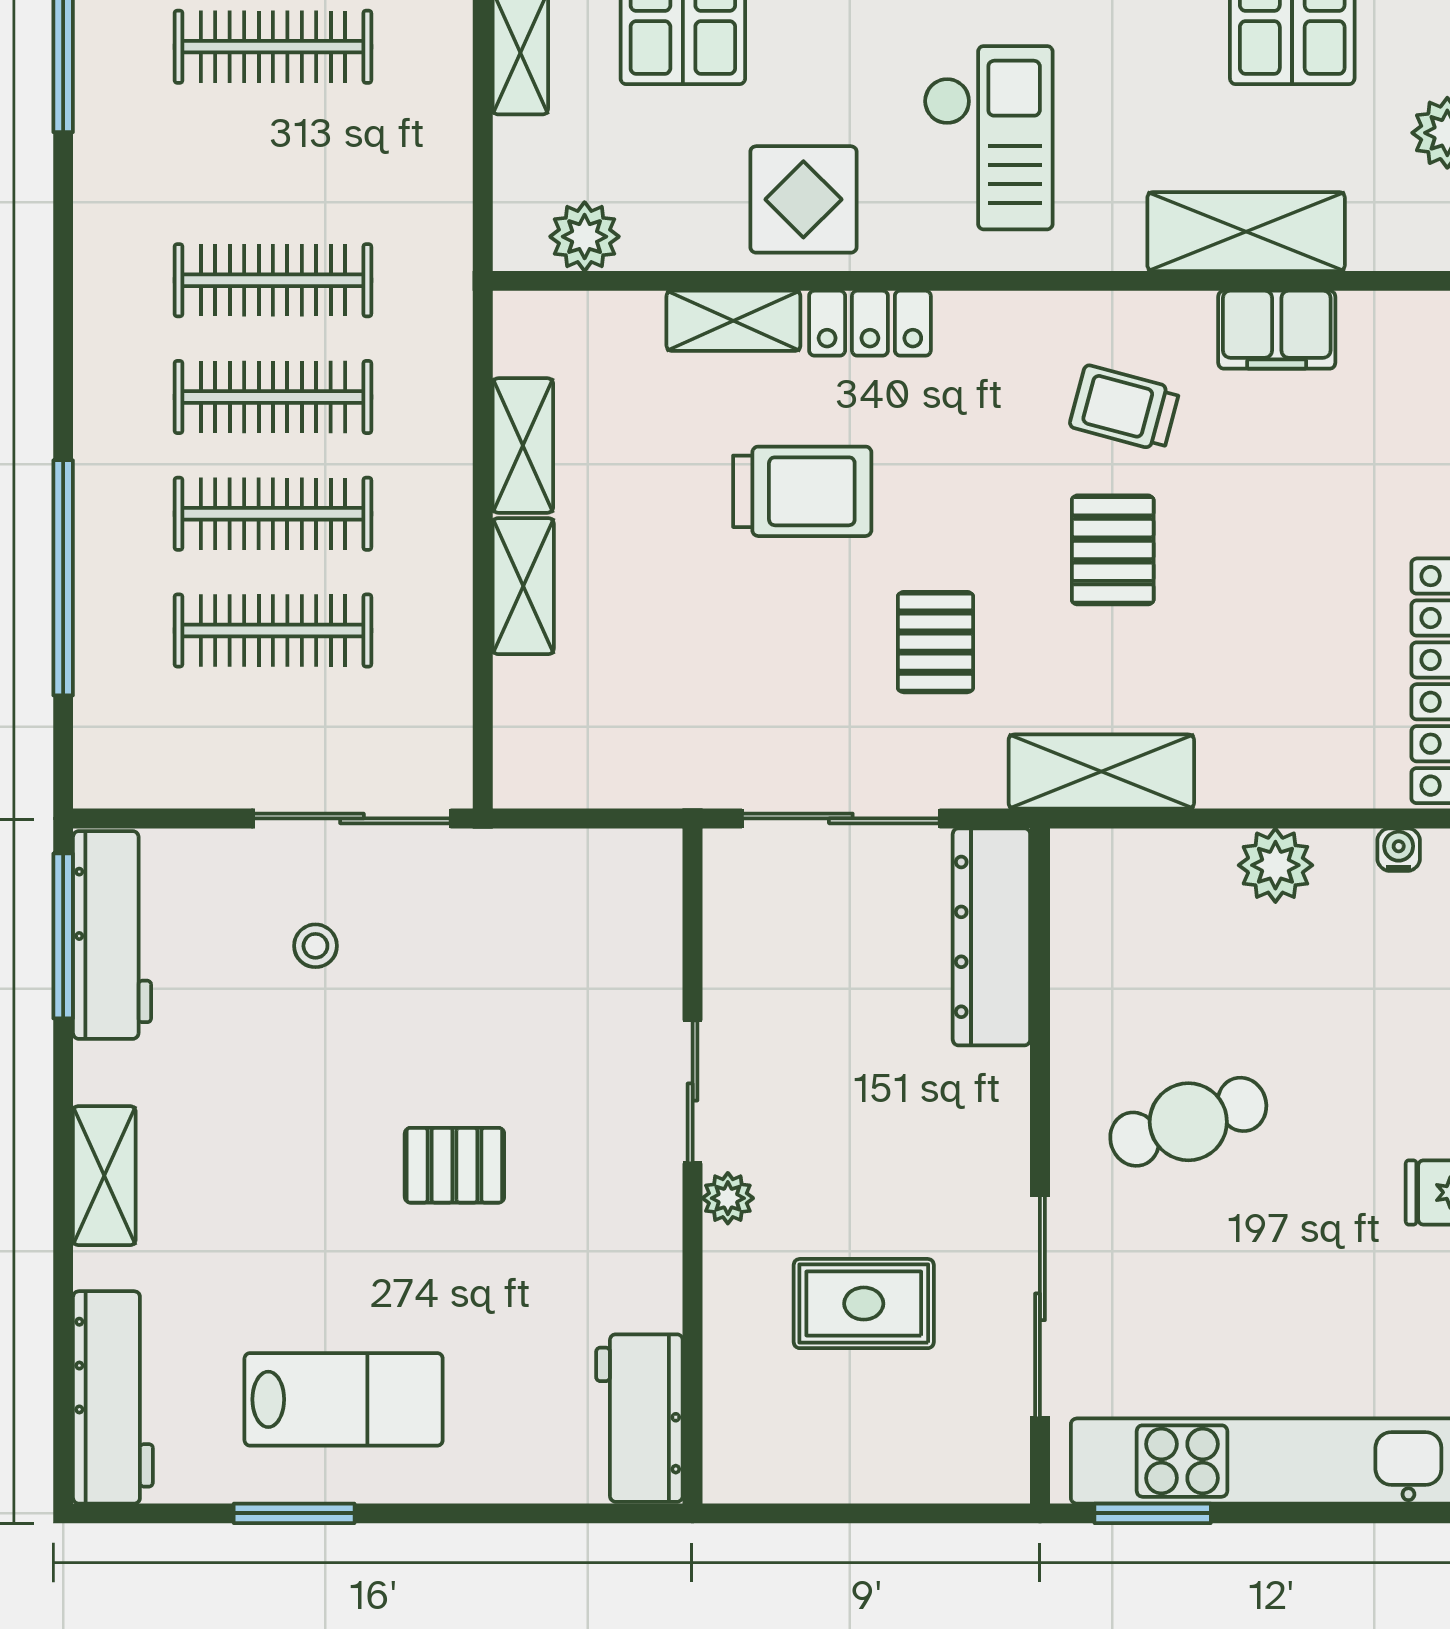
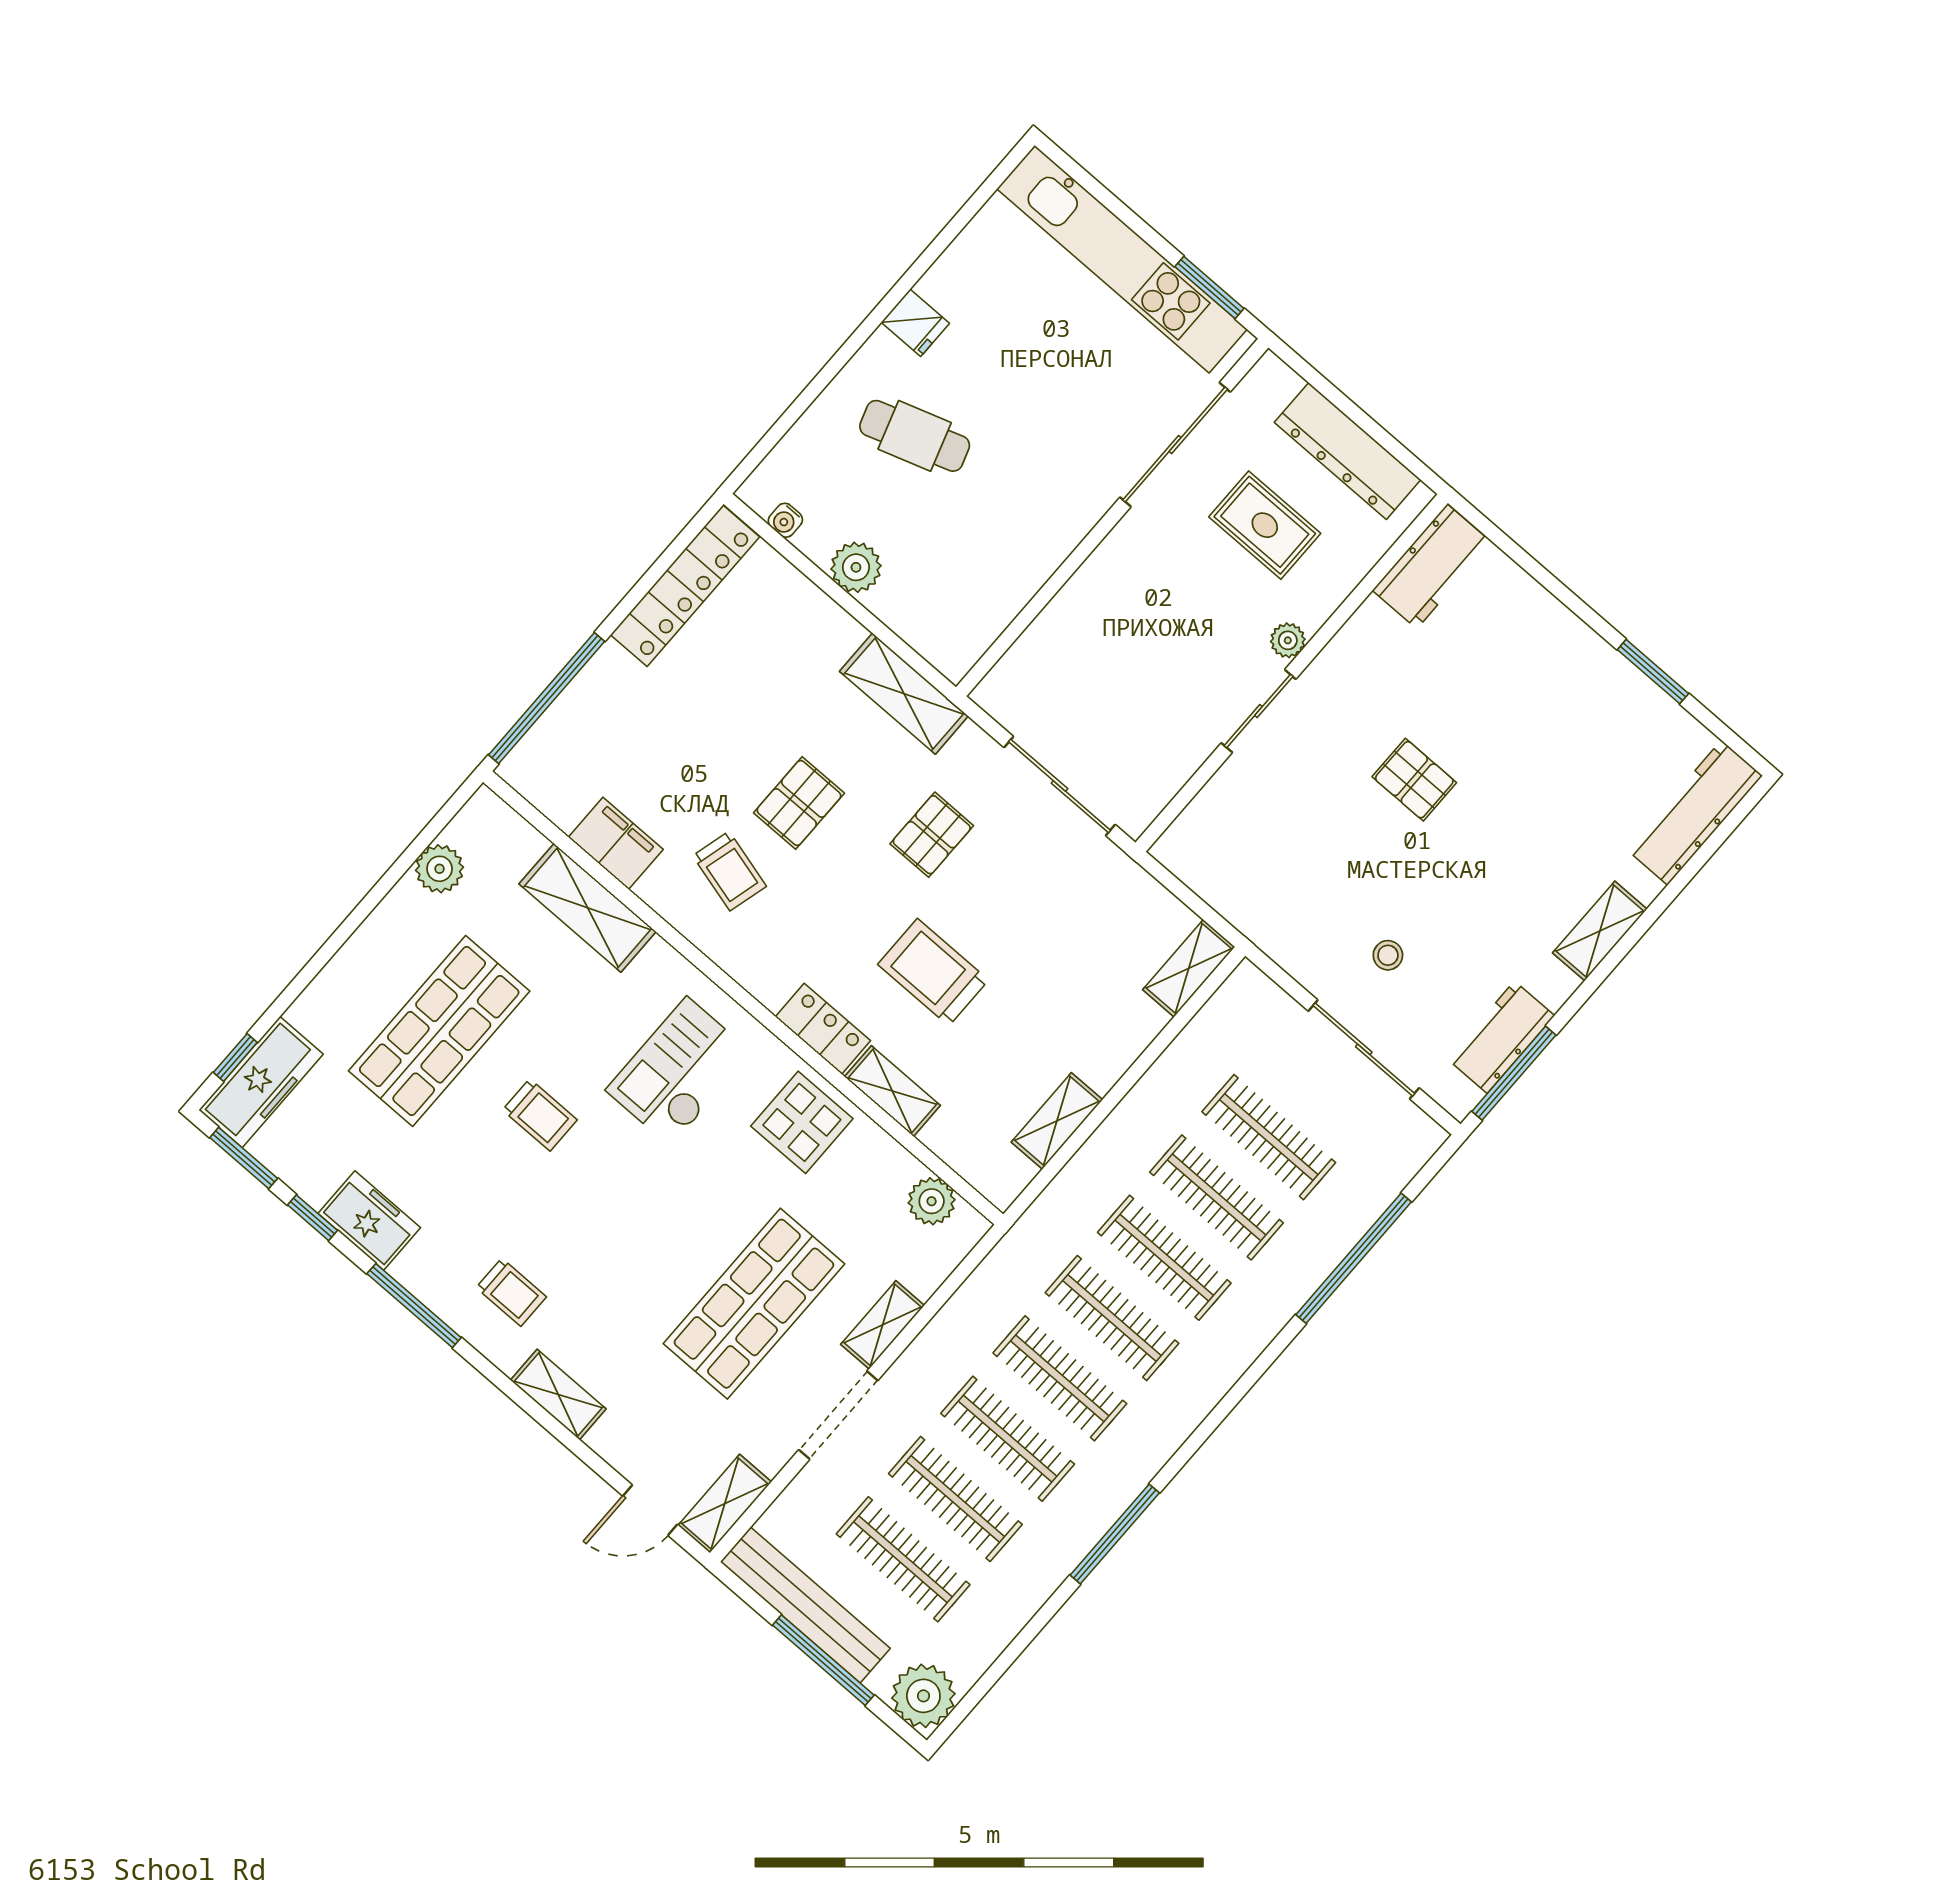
clothes rail: (273, 163) -> (1060, 1378), added
shelving: (523, 586) -> (1189, 968), moved
sliding door: (352, 818) -> (1364, 1049), moved
workbench: (112, 935) -> (1501, 1037), width x0.73
dresser: (991, 937) -> (1348, 451), moved, turned 90
cafe table: (1188, 1122) -> (915, 436), moved
lab bench: (344, 1399) -> (1576, 708), removed

